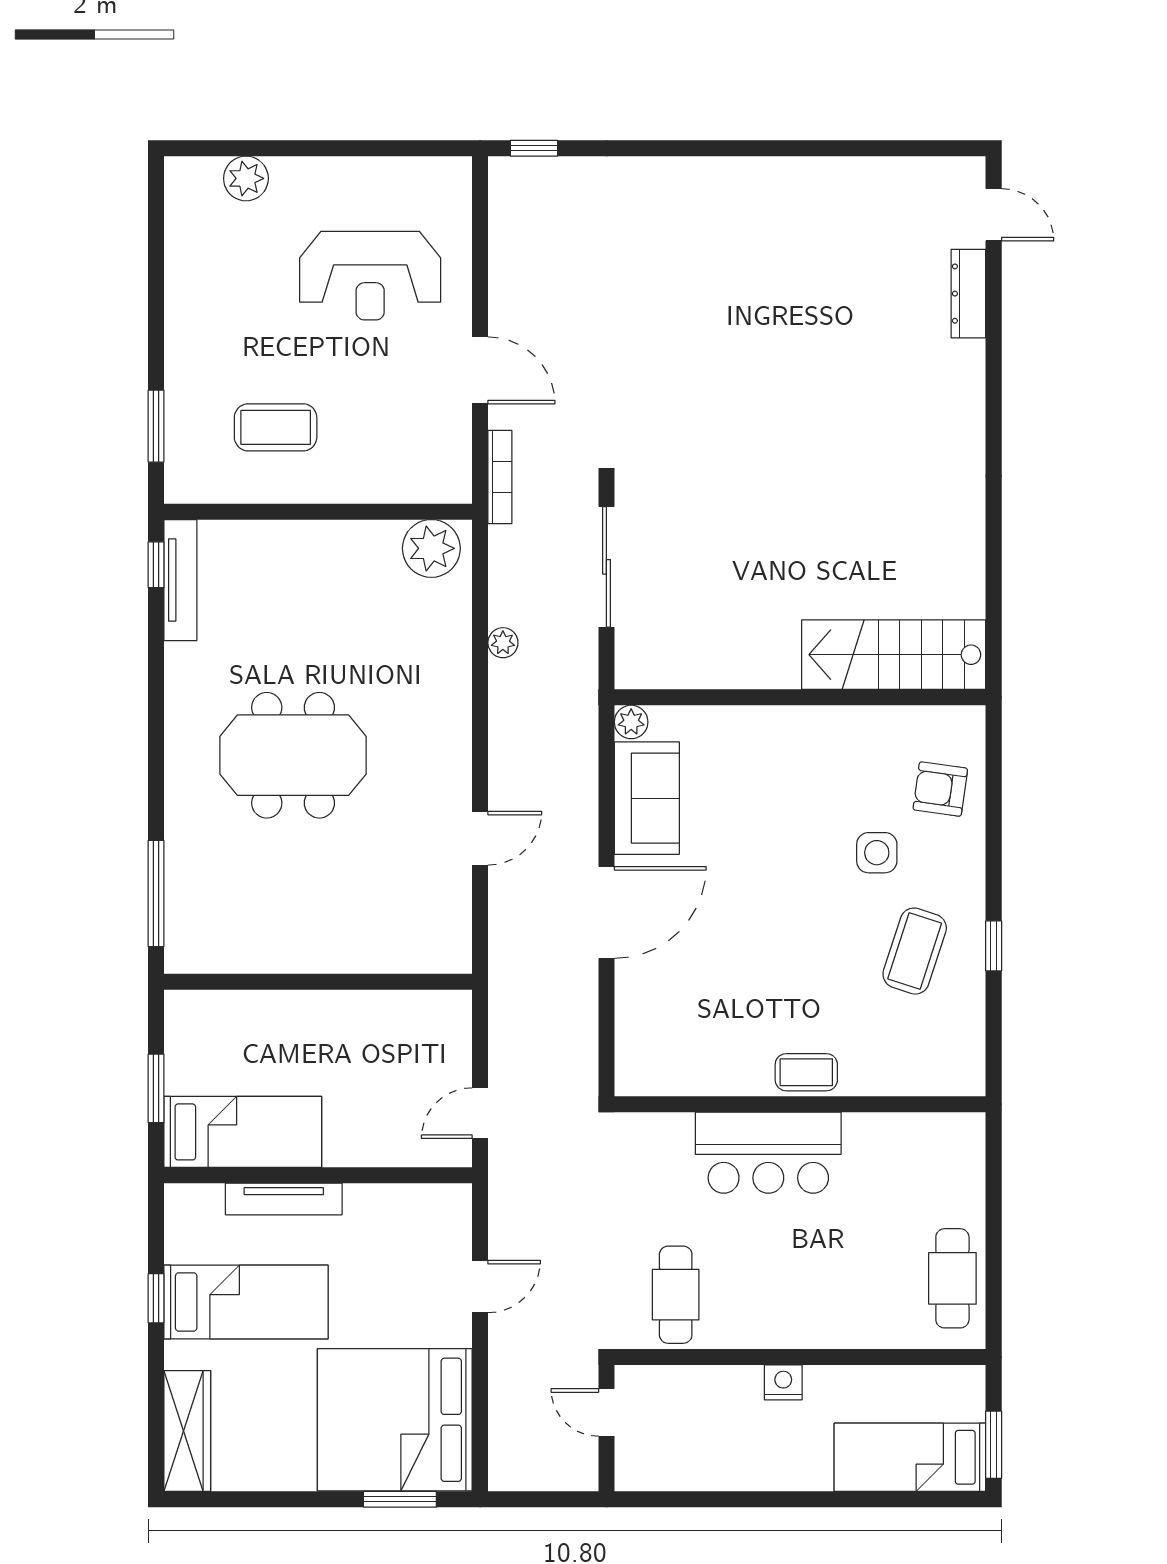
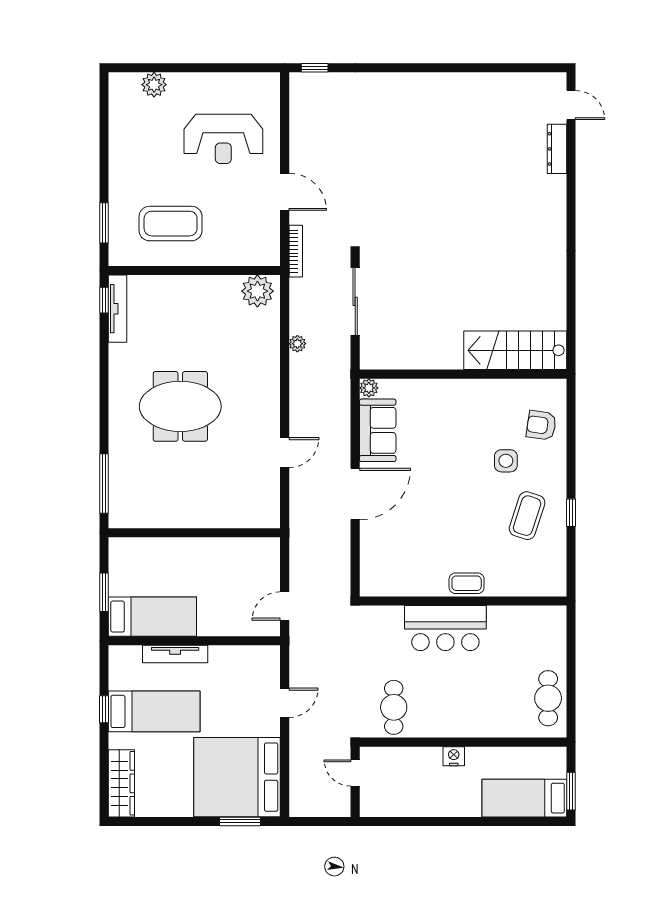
coffee table: (276, 427) -> (171, 224), width x1.36, depth x1.32

